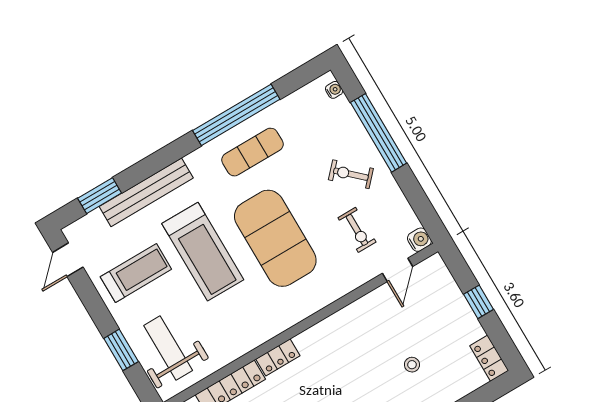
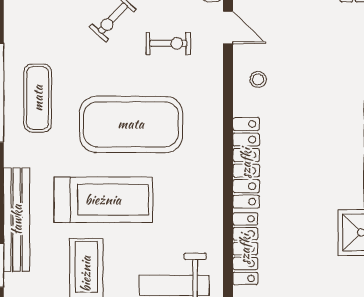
locker: (278, 357) -> (246, 163), width x2.16, depth x1.21
stool: (412, 365) -> (258, 79), moved

